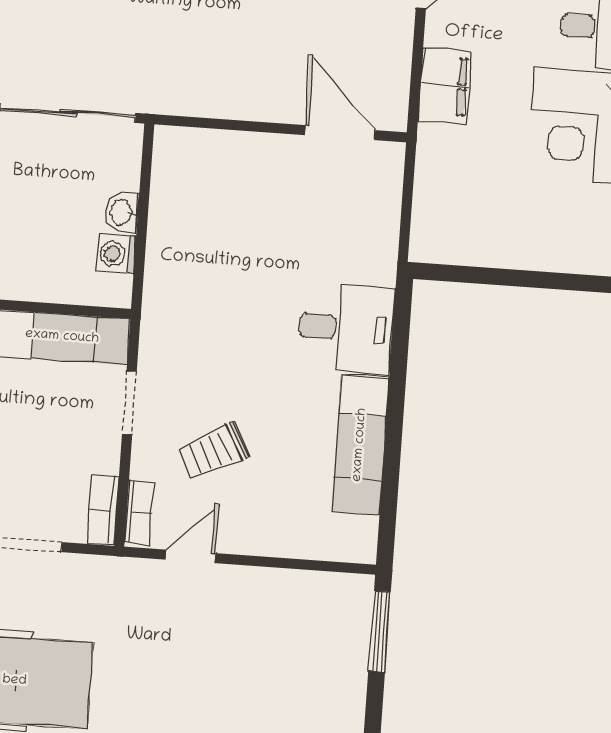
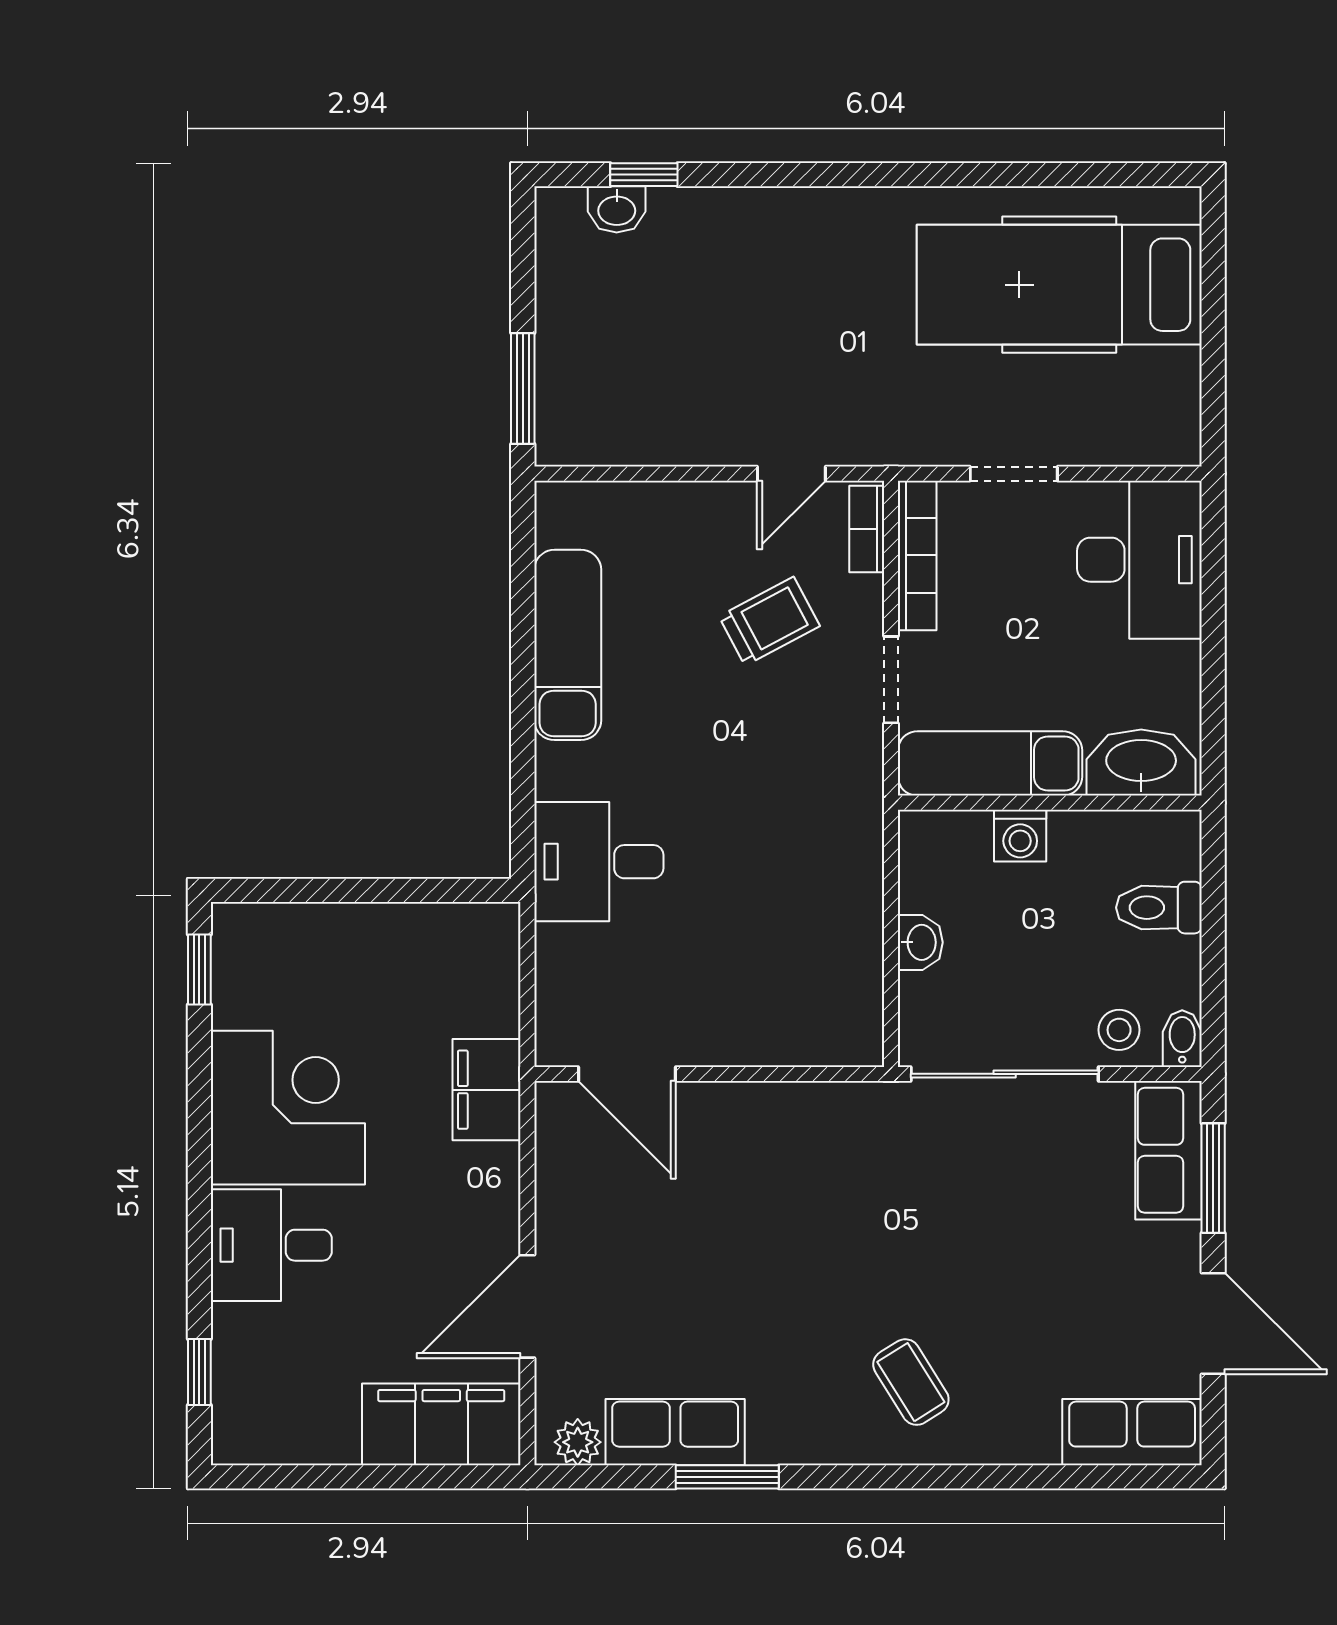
filing cabinet: (445, 86) -> (487, 1090), moved
washing machine: (116, 254) -> (1020, 836), moved, turned 90
desk: (346, 328) -> (599, 862), moved
bookcase: (103, 510) -> (917, 555), width x1.56

